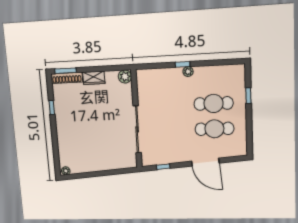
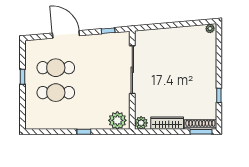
plant: (188, 72) -> (117, 120), moved, width x1.88, depth x1.88
wardrobe: (94, 78) -> (167, 123), width x1.50
window: (248, 96) -> (23, 77), moved

